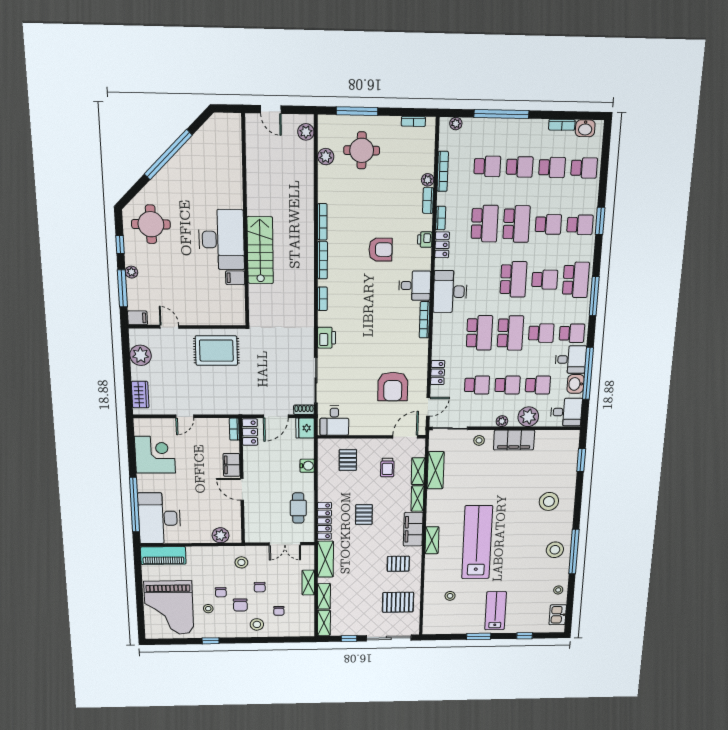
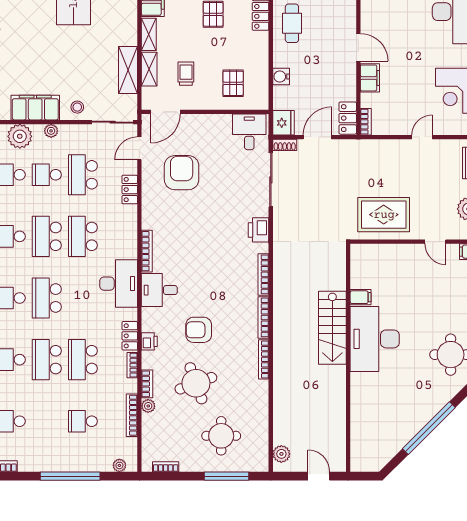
plant: (326, 157) -> (260, 429), removed
school desk: (520, 167) -> (47, 421), removed
round table: (384, 200) -> (196, 383), added
bookcase: (322, 299) -> (263, 274), width x1.56
school desk: (477, 385) -> (83, 175), width x1.85

